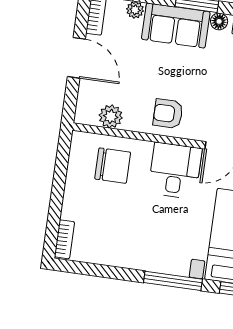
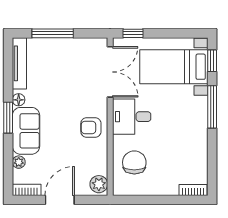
armchair: (168, 114) -> (91, 127), turned 90
plant: (111, 116) -> (99, 184), moved

